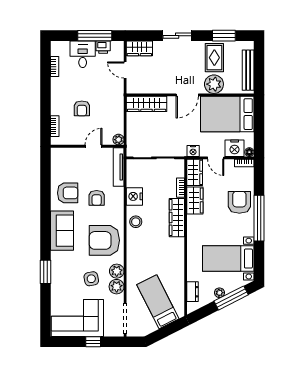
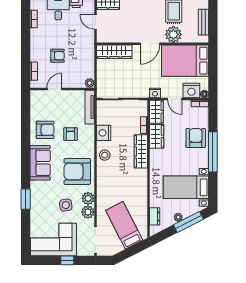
bench: (248, 70) -> (203, 22), width x0.73
armchair: (82, 108) -> (57, 56), turned -90
door: (94, 146) -> (54, 89), moved

